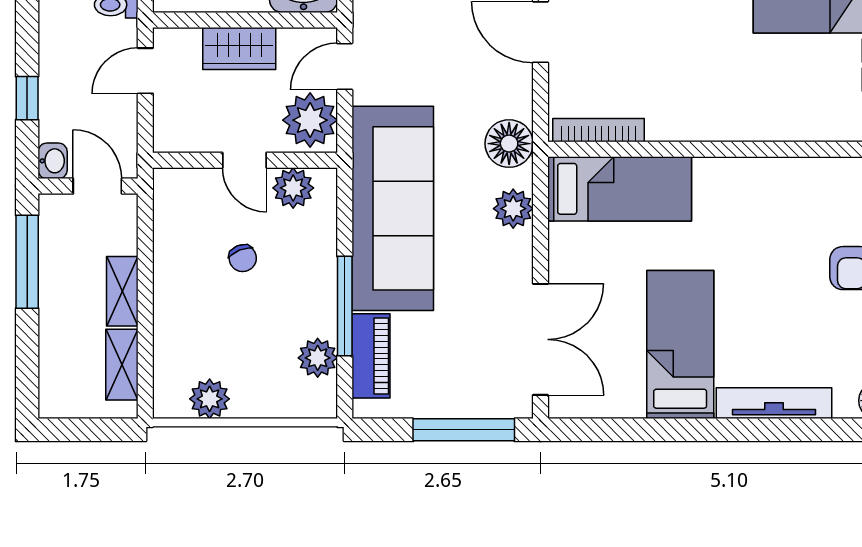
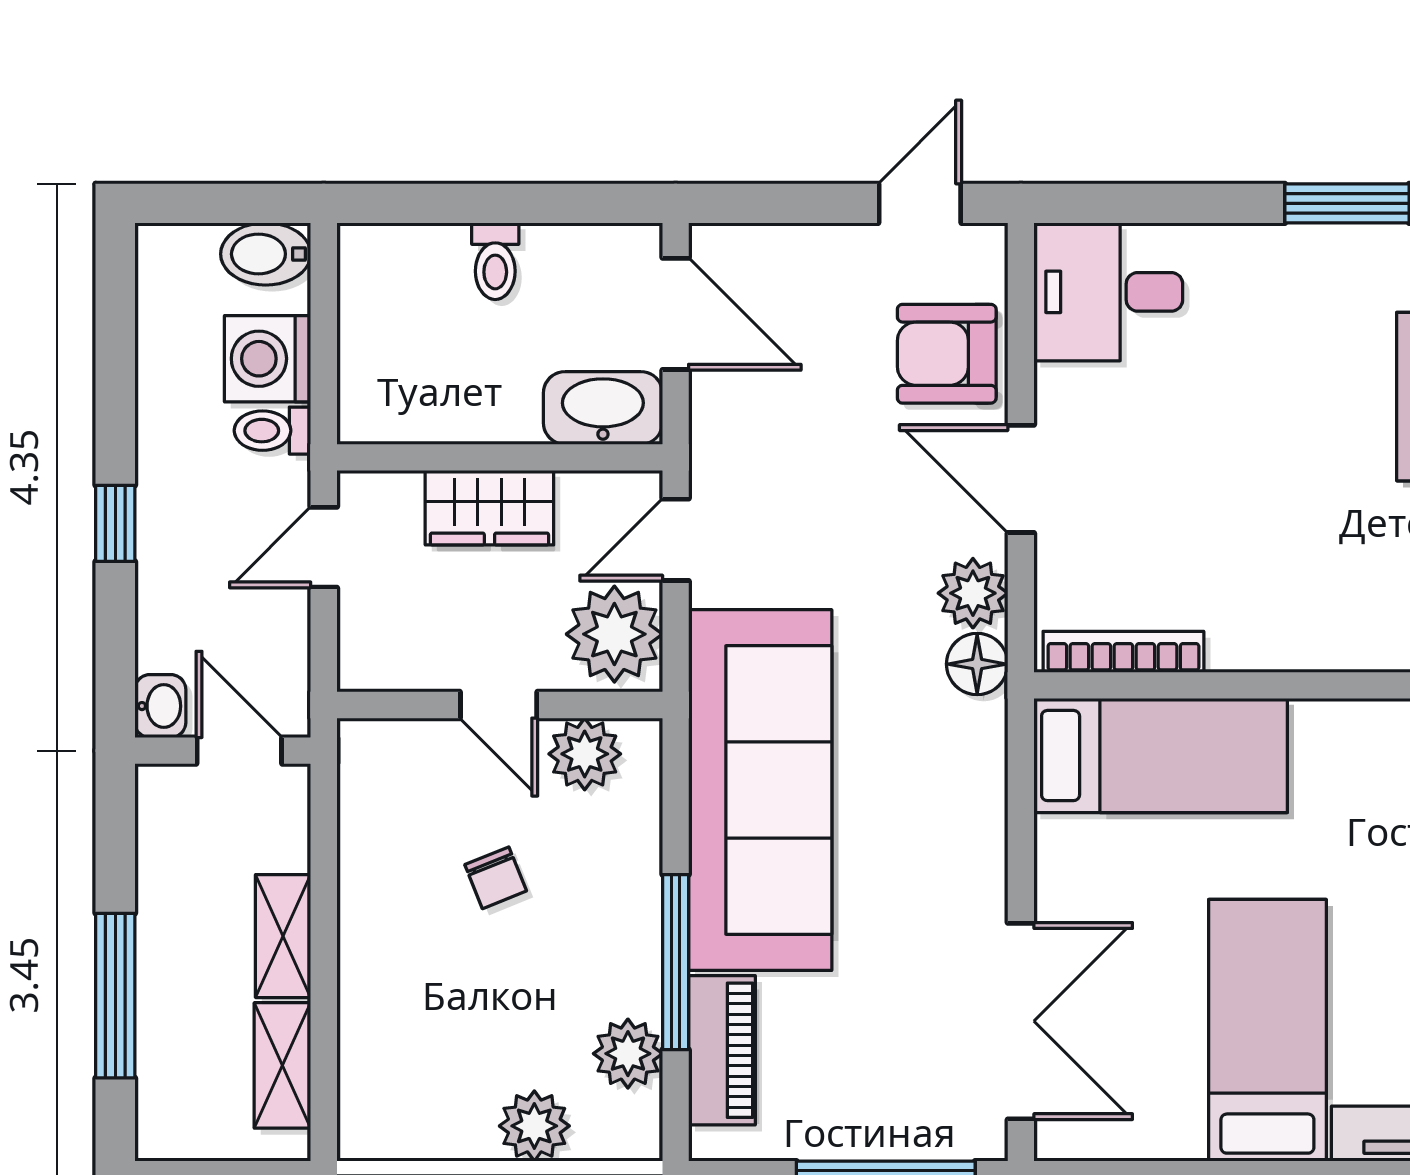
window: (27, 98) -> (115, 523), moved
floor lamp: (509, 144) -> (977, 664), width x0.73, depth x0.73
plant: (513, 209) -> (973, 593), moved
window: (27, 262) -> (115, 996), moved
plant: (210, 399) -> (534, 1126), moved

